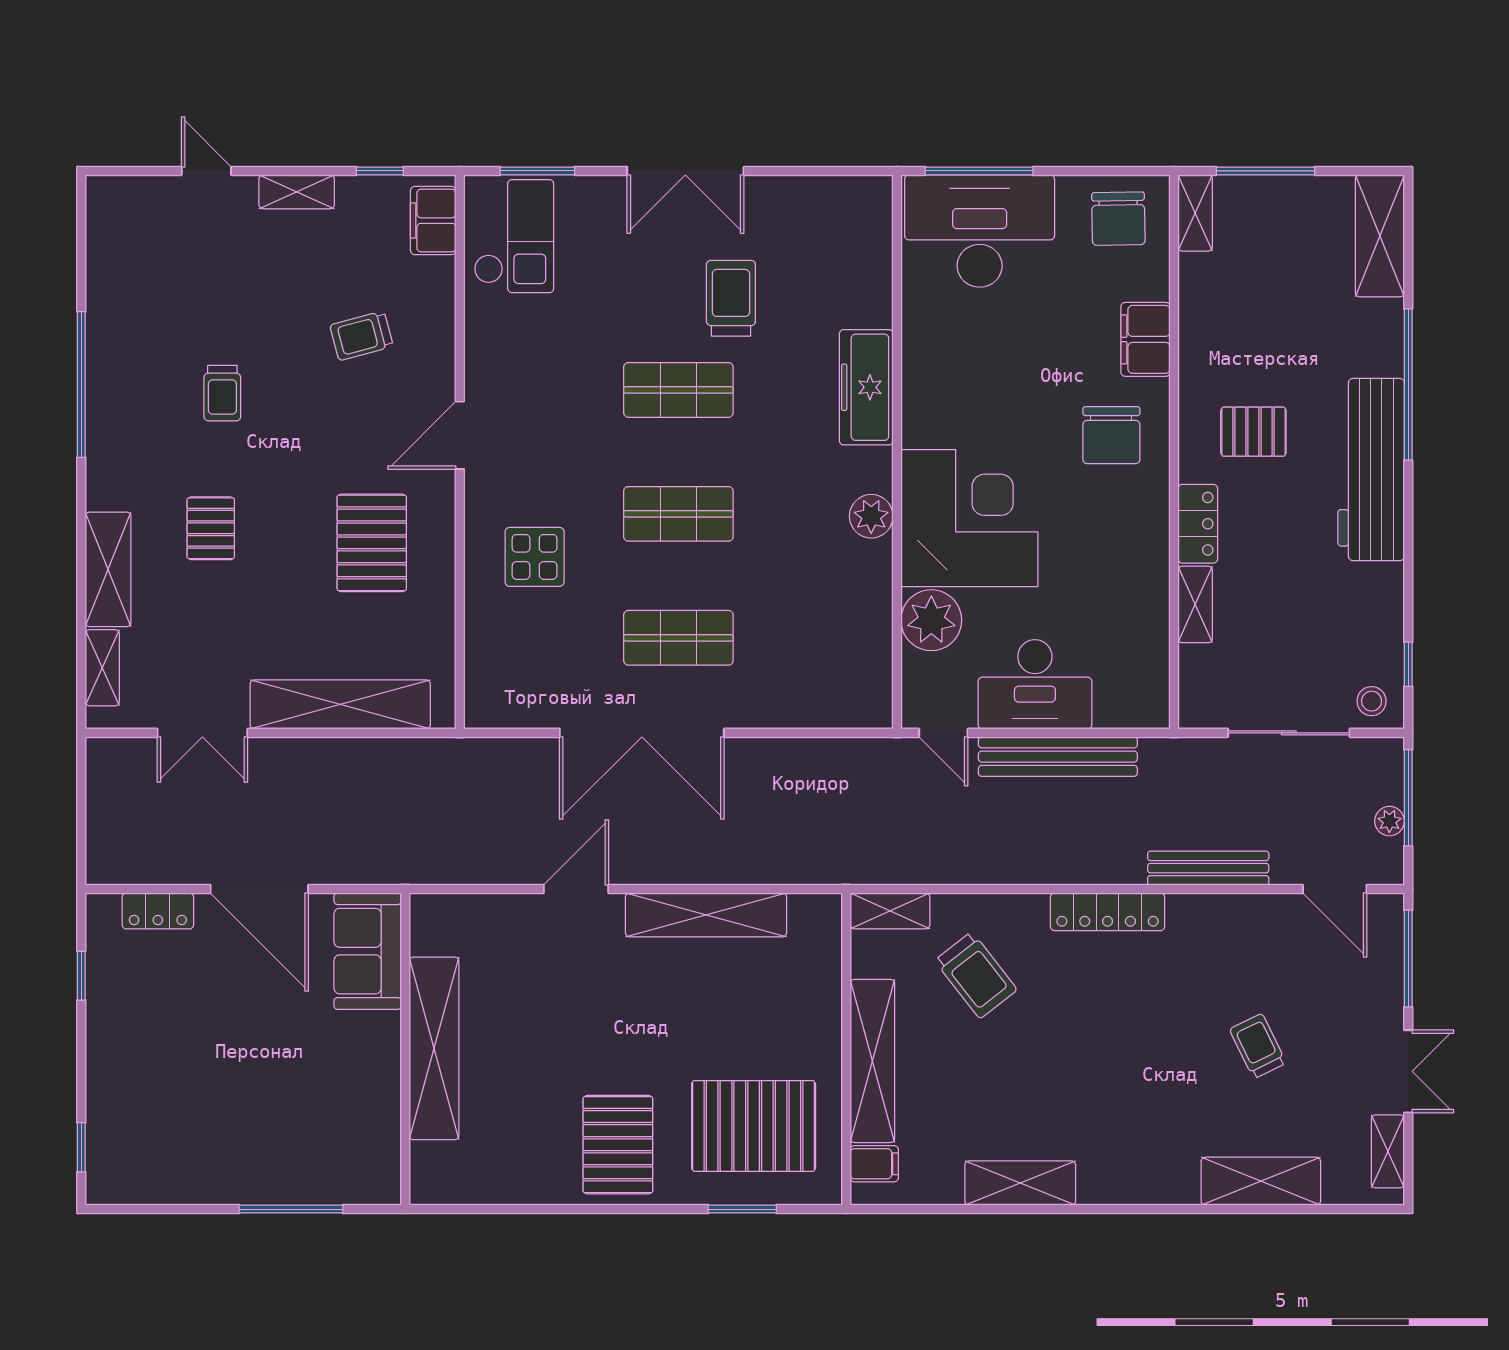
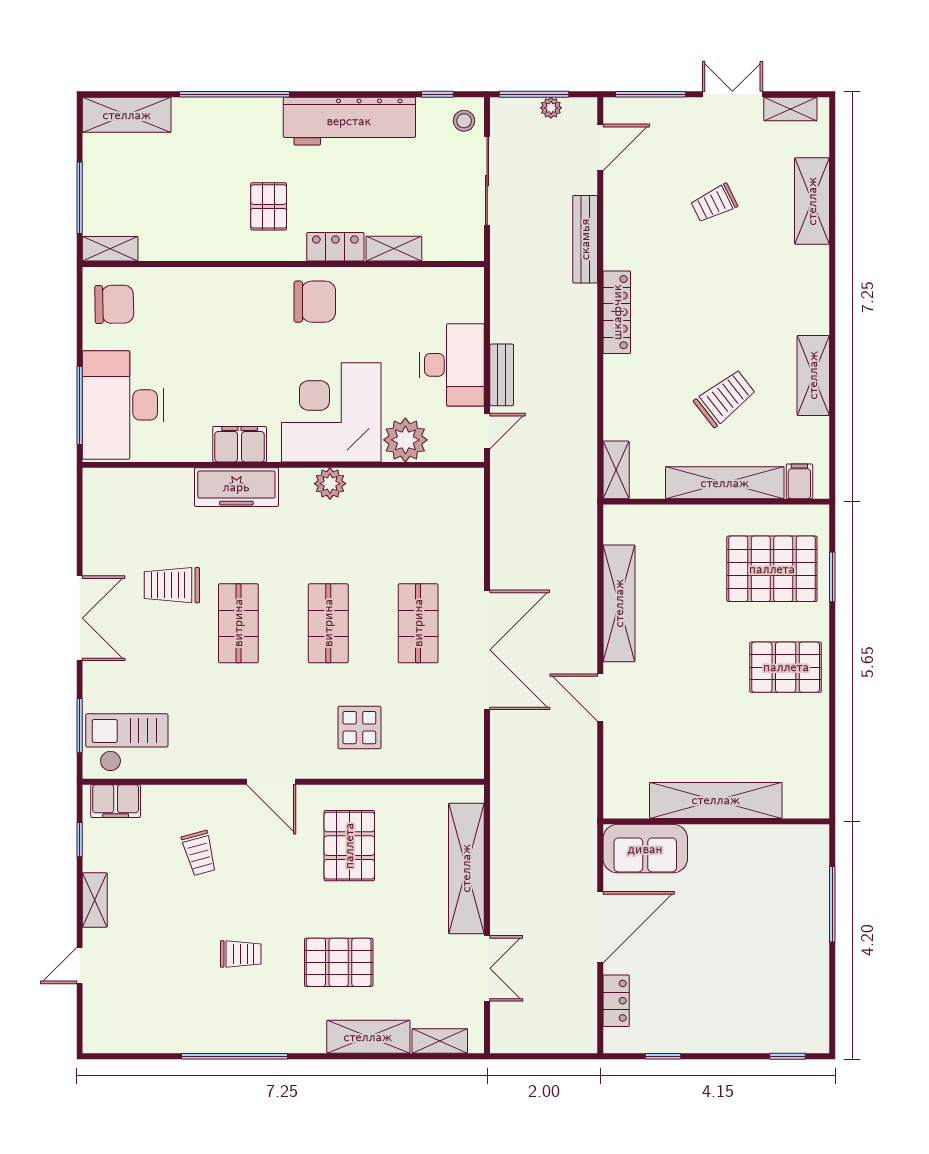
filing cabinet: (1146, 339) -> (240, 444), moved, turned 180
chair: (1111, 435) -> (315, 302), moved
workbench: (1371, 470) -> (349, 121), moved
pallet: (211, 528) -> (339, 962), width x1.50, depth x1.42
pallet: (372, 543) -> (349, 846), turned 90
bench: (1058, 757) -> (502, 375), width x0.54, depth x0.82
trolley: (976, 975) -> (725, 398), moved
pallet: (754, 1126) -> (772, 569), turned 90

